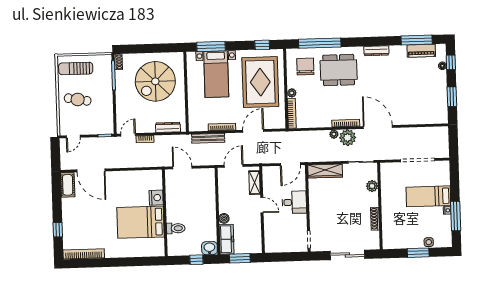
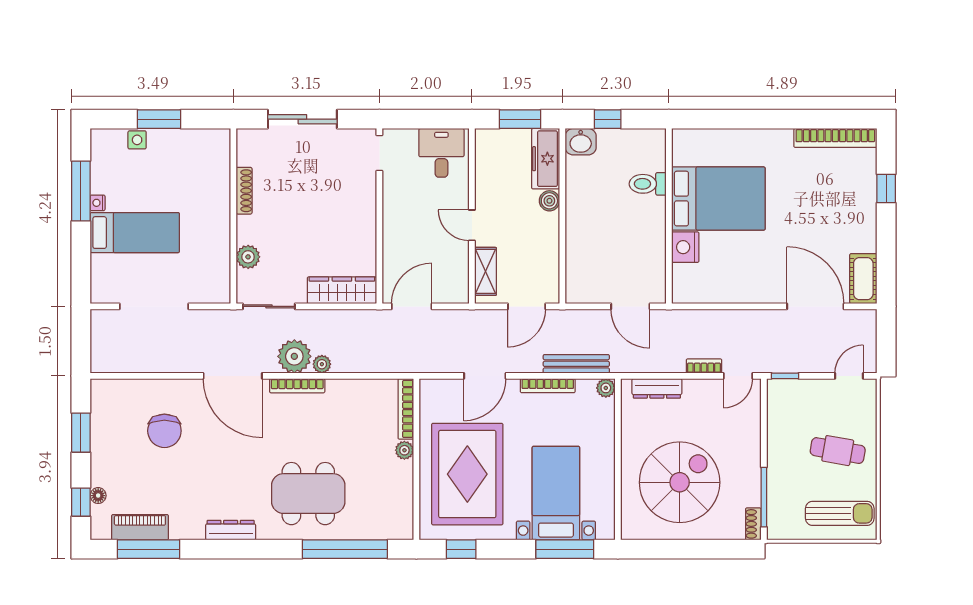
chair: (305, 66) -> (164, 431), moved
plant: (193, 127) -> (606, 388), added
desk: (294, 202) -> (441, 153), moved, turned 90

